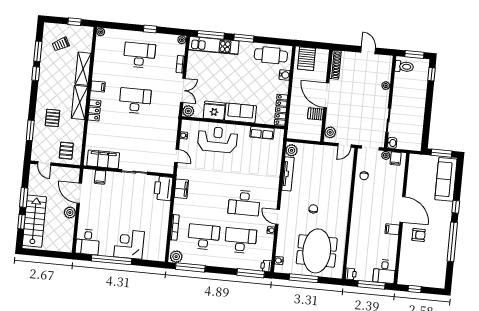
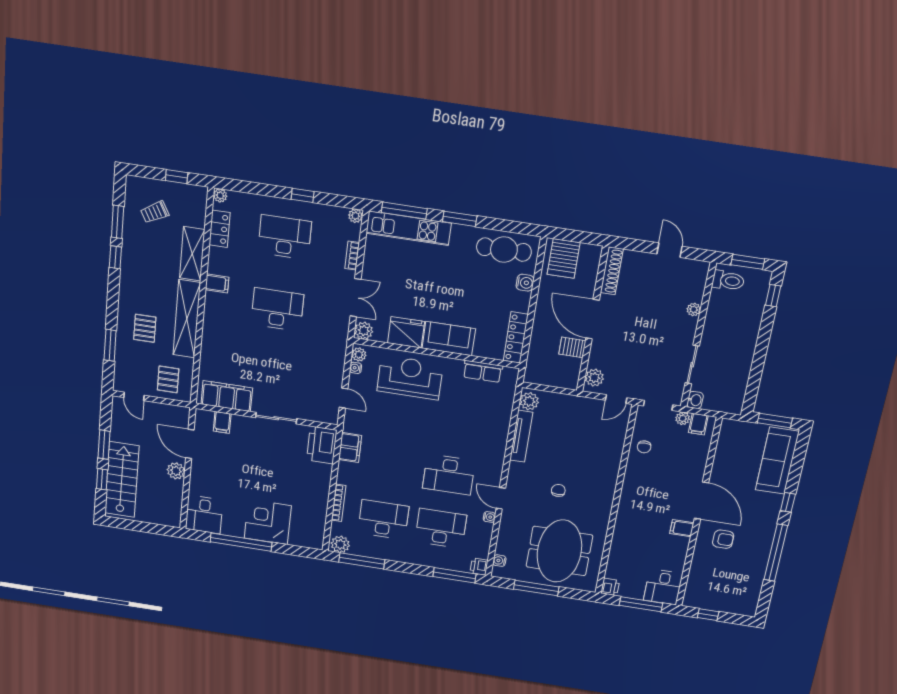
shelving: (80, 102) -> (187, 319), width x1.47
locker: (94, 110) -> (220, 229), moved
plant: (186, 127) -> (359, 355), added

